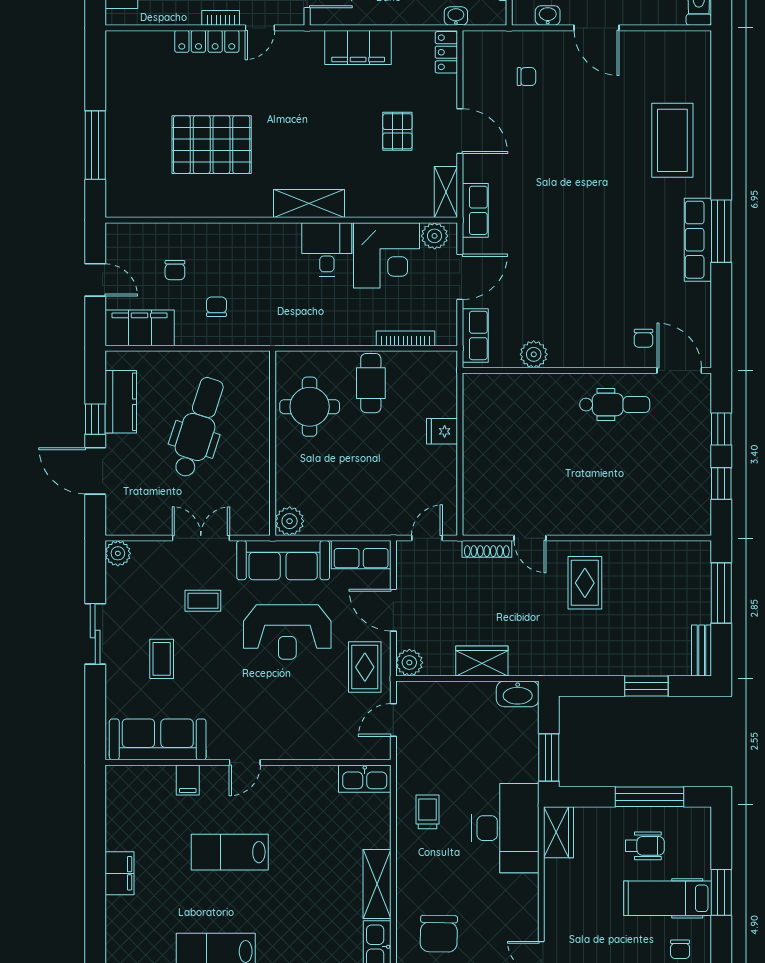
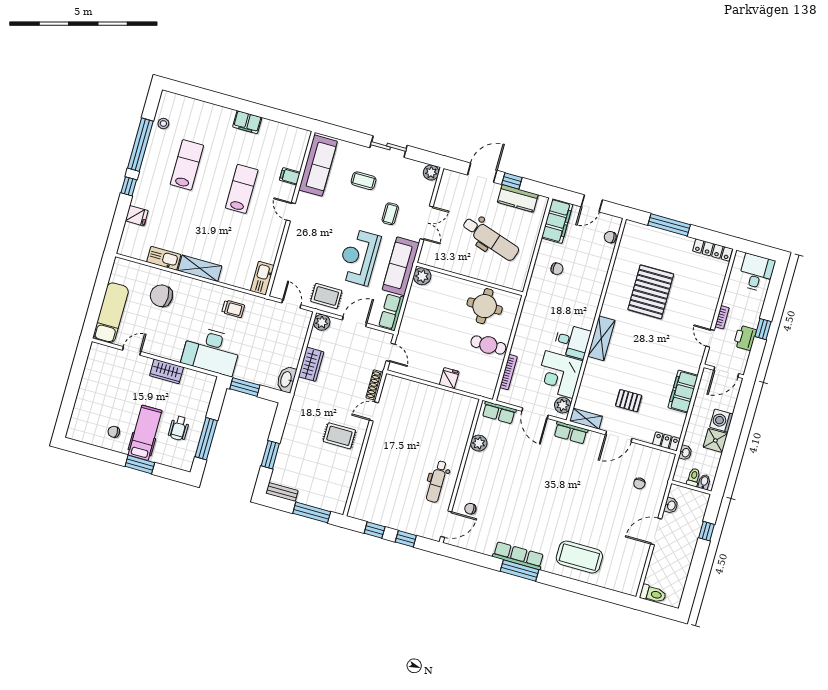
locker: (207, 41) -> (713, 250), moved, turned -90
chair: (175, 270) -> (610, 237), moved
wardrobe: (559, 832) -> (167, 371), moved

